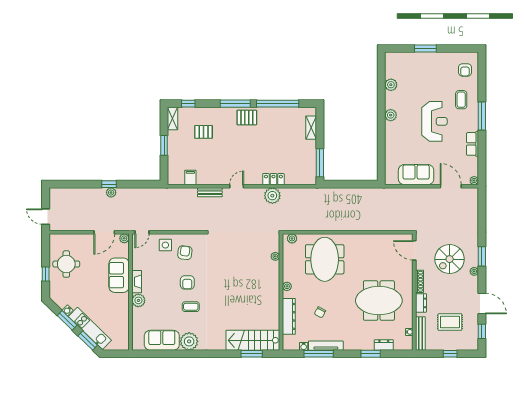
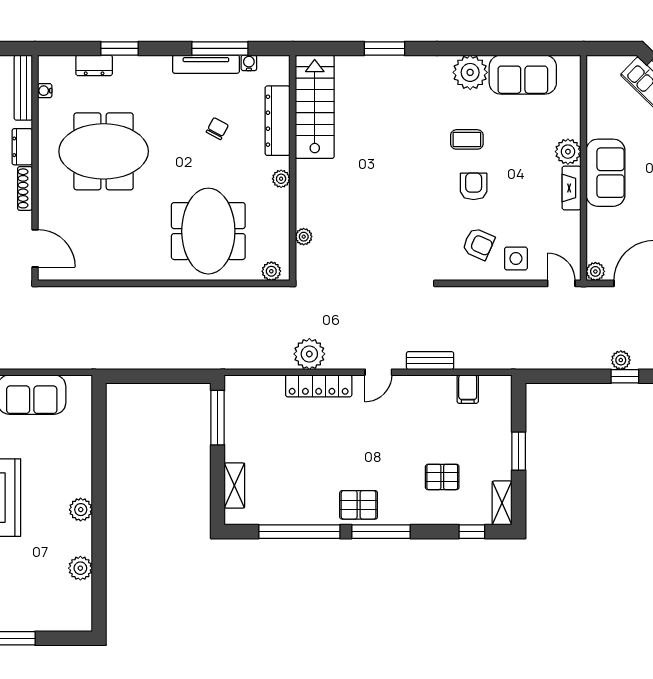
locker: (273, 179) -> (319, 386), width x1.53
door: (142, 232) -> (561, 283), hinge flipped
armchair: (185, 253) -> (478, 244), turned -73
sofa: (119, 275) -> (606, 173), moved
stairs: (253, 340) -> (315, 107), moved, turned -90
window: (252, 354) -> (384, 48), moved

